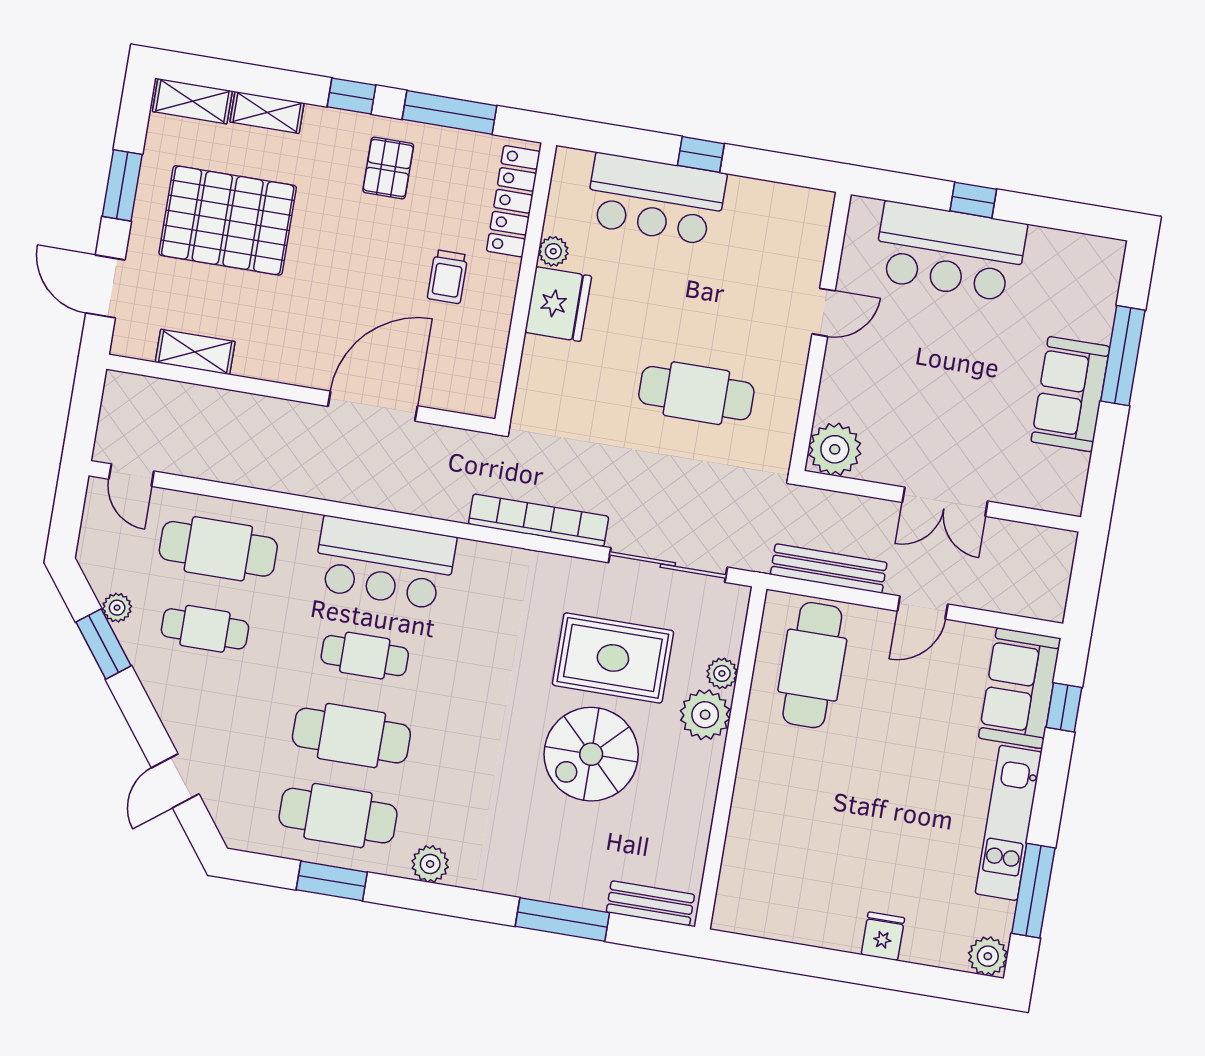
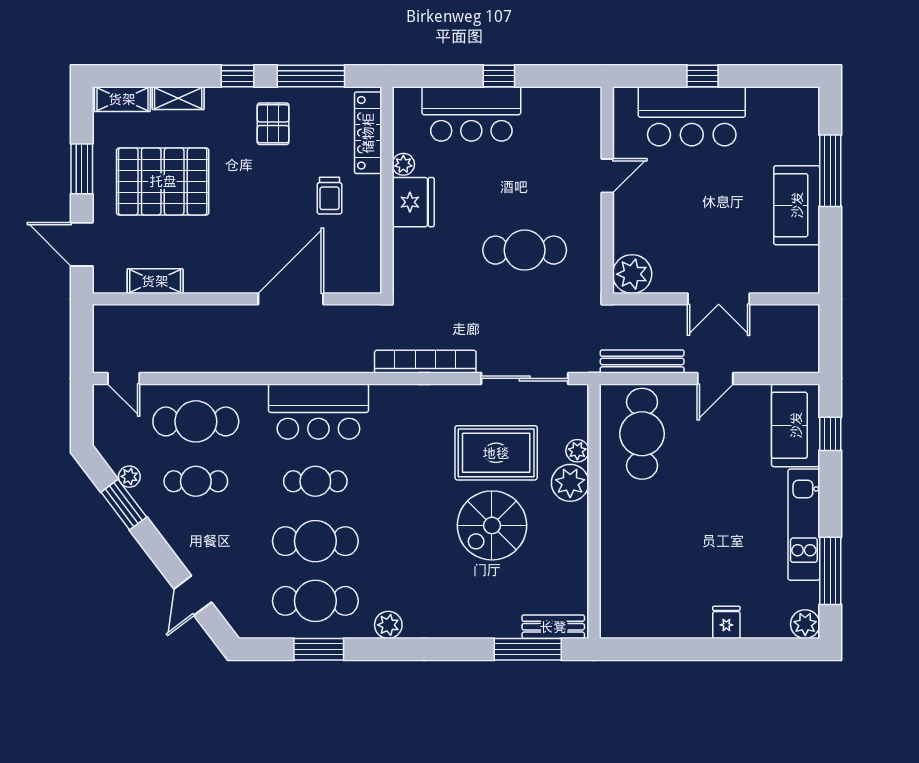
window: (562, 919) -> (528, 649), moved

